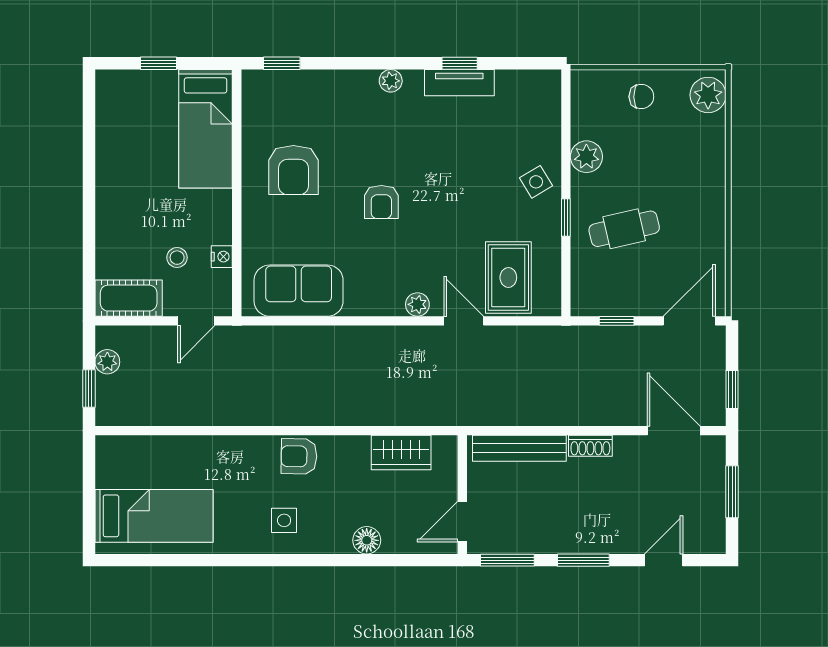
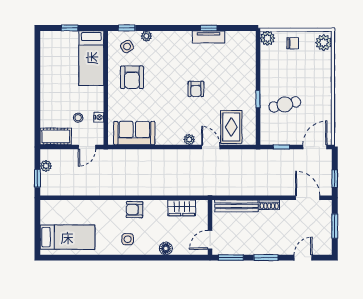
plant: (391, 81) -> (146, 36), moved
plant: (586, 157) -> (267, 38), moved
side table: (536, 182) -> (127, 47), moved
armchair: (381, 202) -> (196, 89), moved

